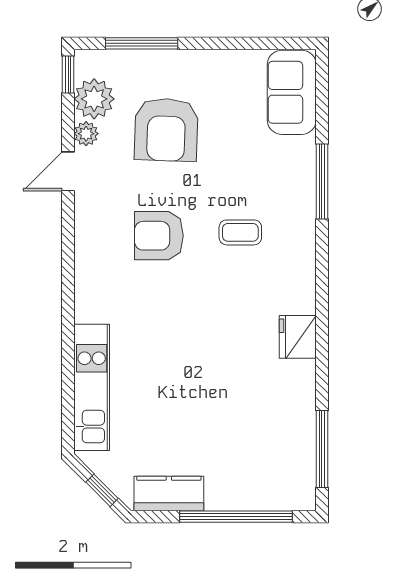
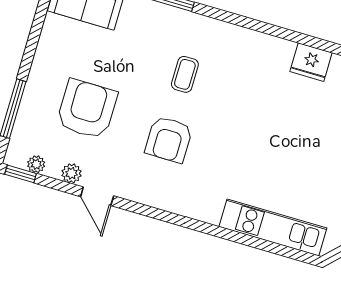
plant: (94, 99) -> (36, 164), width x0.53, depth x0.53
armchair: (166, 130) -> (87, 109), turned -92
fridge: (298, 337) -> (311, 62), moved

